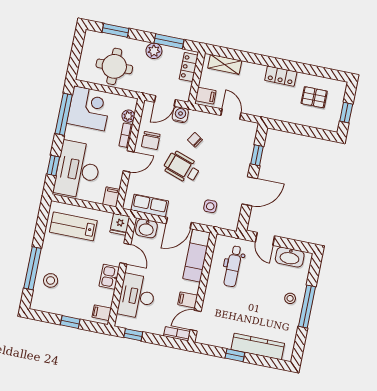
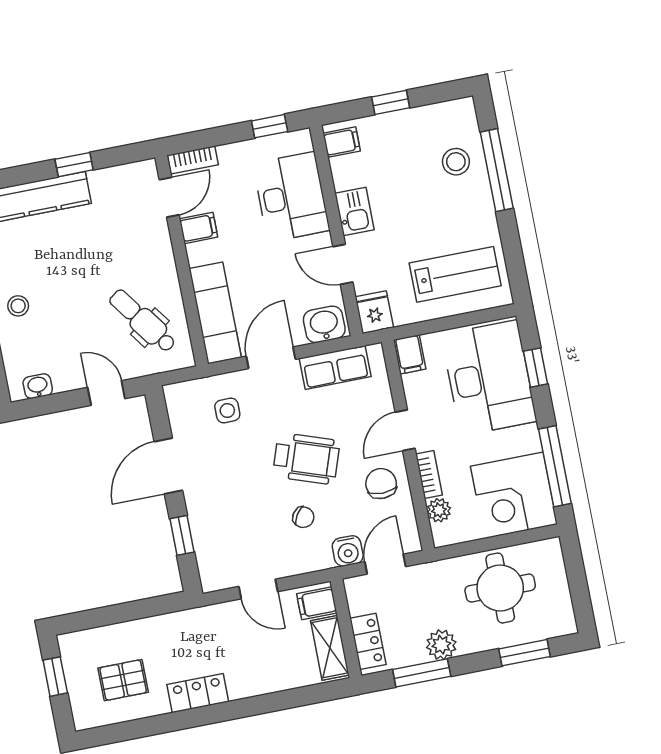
shelving: (225, 64) -> (330, 648), moved, turned 90
washbasin: (290, 257) -> (38, 386), width x0.52, depth x0.69
dental chair: (233, 266) -> (143, 321), turned -36

